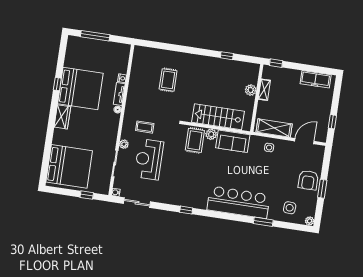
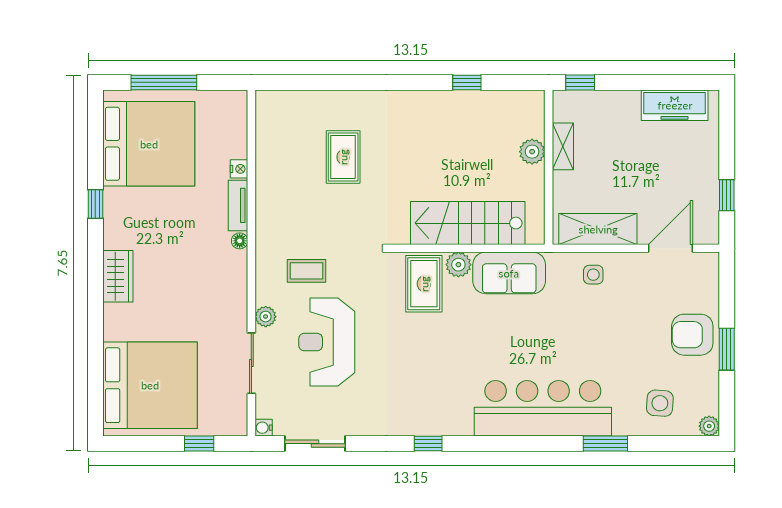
bed: (80, 89) -> (149, 144), moved
armchair: (308, 180) -> (692, 335), turned 90

